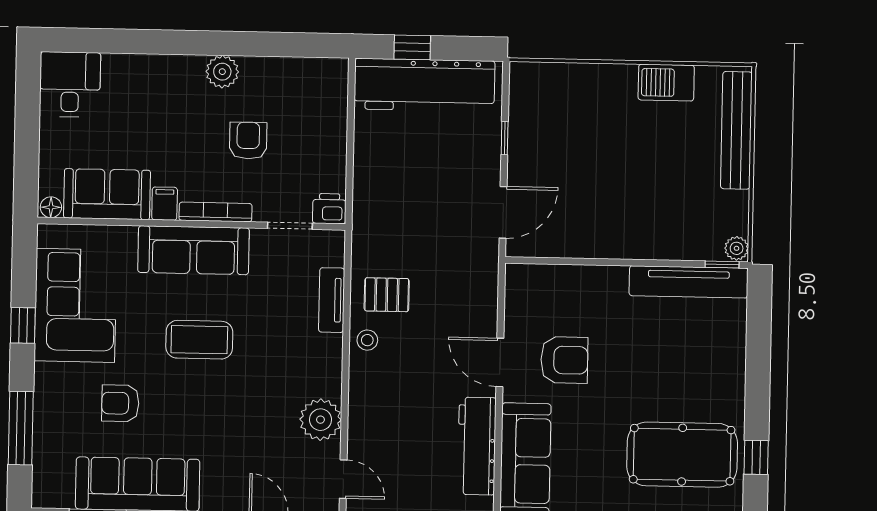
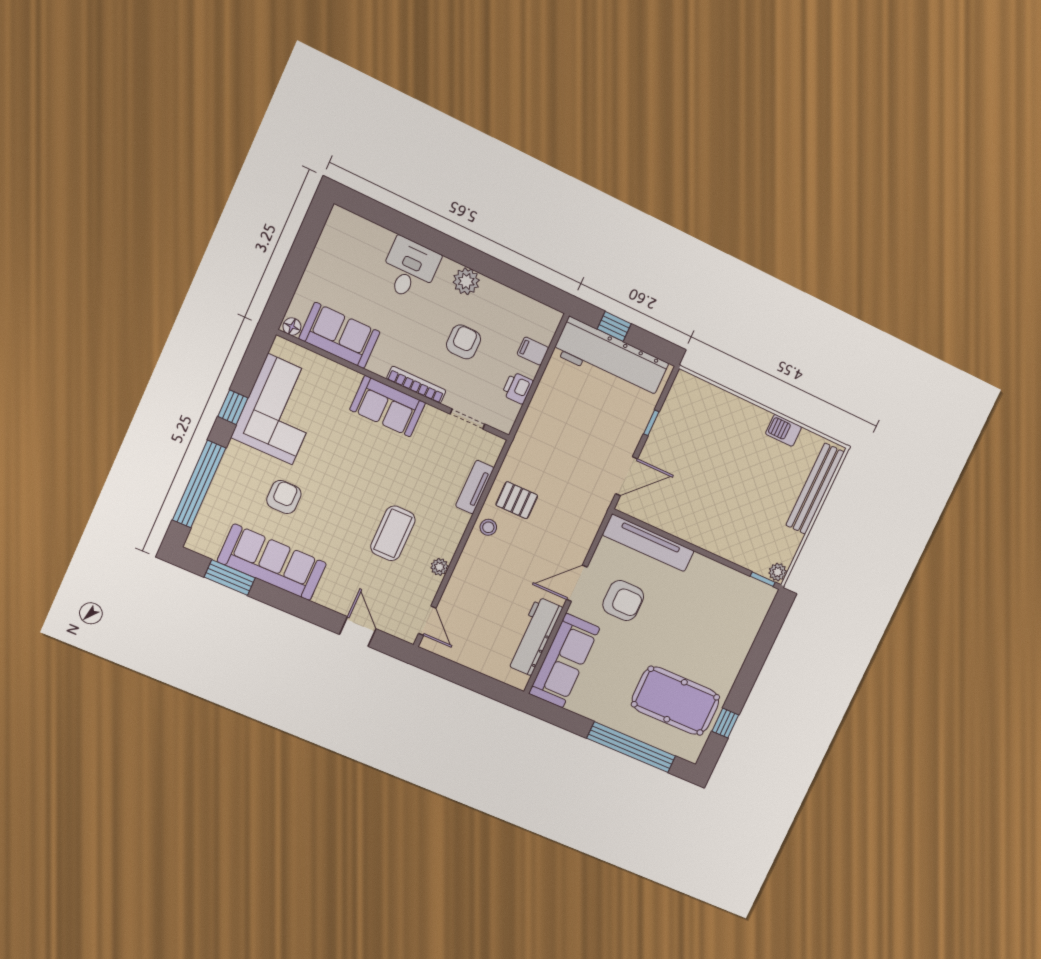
barbecue: (666, 83) -> (783, 430), width x0.73, depth x0.79
desk: (70, 84) -> (410, 269), moved
filing cabinet: (165, 204) -> (533, 351), moved, turned -90
printer: (329, 209) -> (517, 388), moved, turned -90
sofa: (194, 250) -> (388, 406), width x0.73
tv unit: (689, 282) -> (648, 543), moved
coffee table: (199, 340) -> (393, 533), moved, turned 90
door: (500, 362) -> (577, 583), hinge flipped
armchair: (120, 403) -> (284, 497), turned 90
plant: (320, 420) -> (439, 567), width x0.53, depth x0.53
window: (21, 428) -> (199, 484), width x1.46

